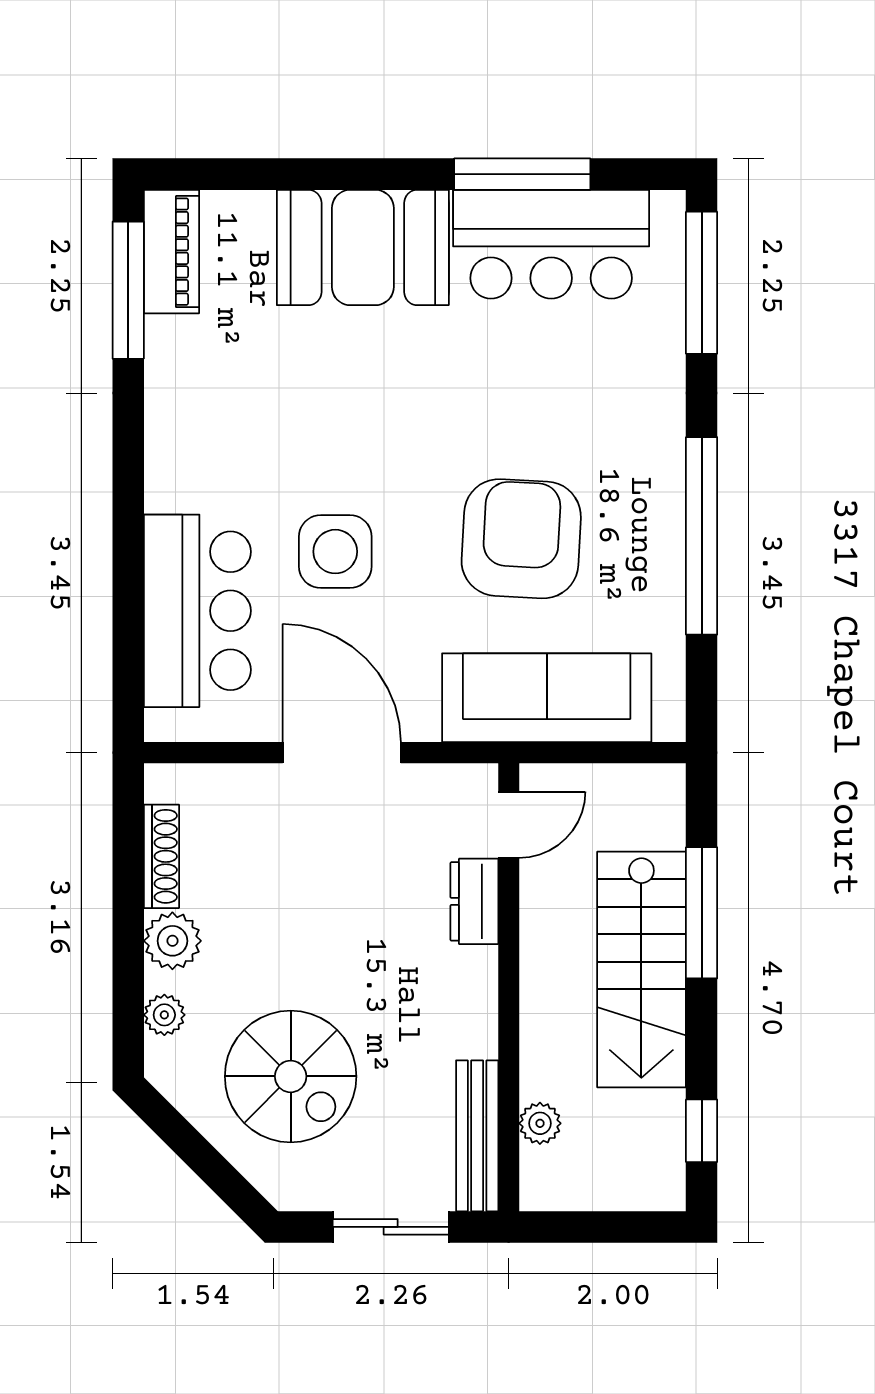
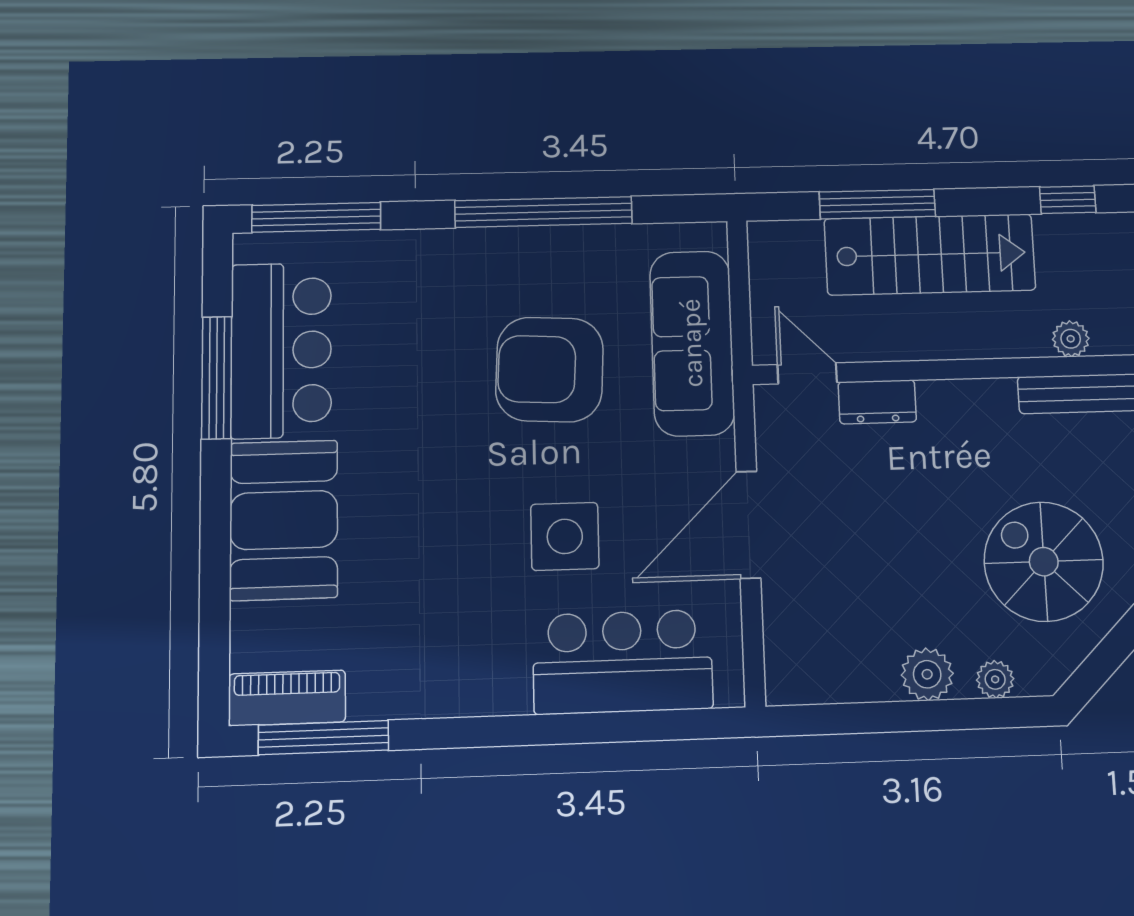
shoe rack: (161, 856) -> (850, 687), removed
spiral stairs: (291, 1076) -> (1044, 562), turned -90

